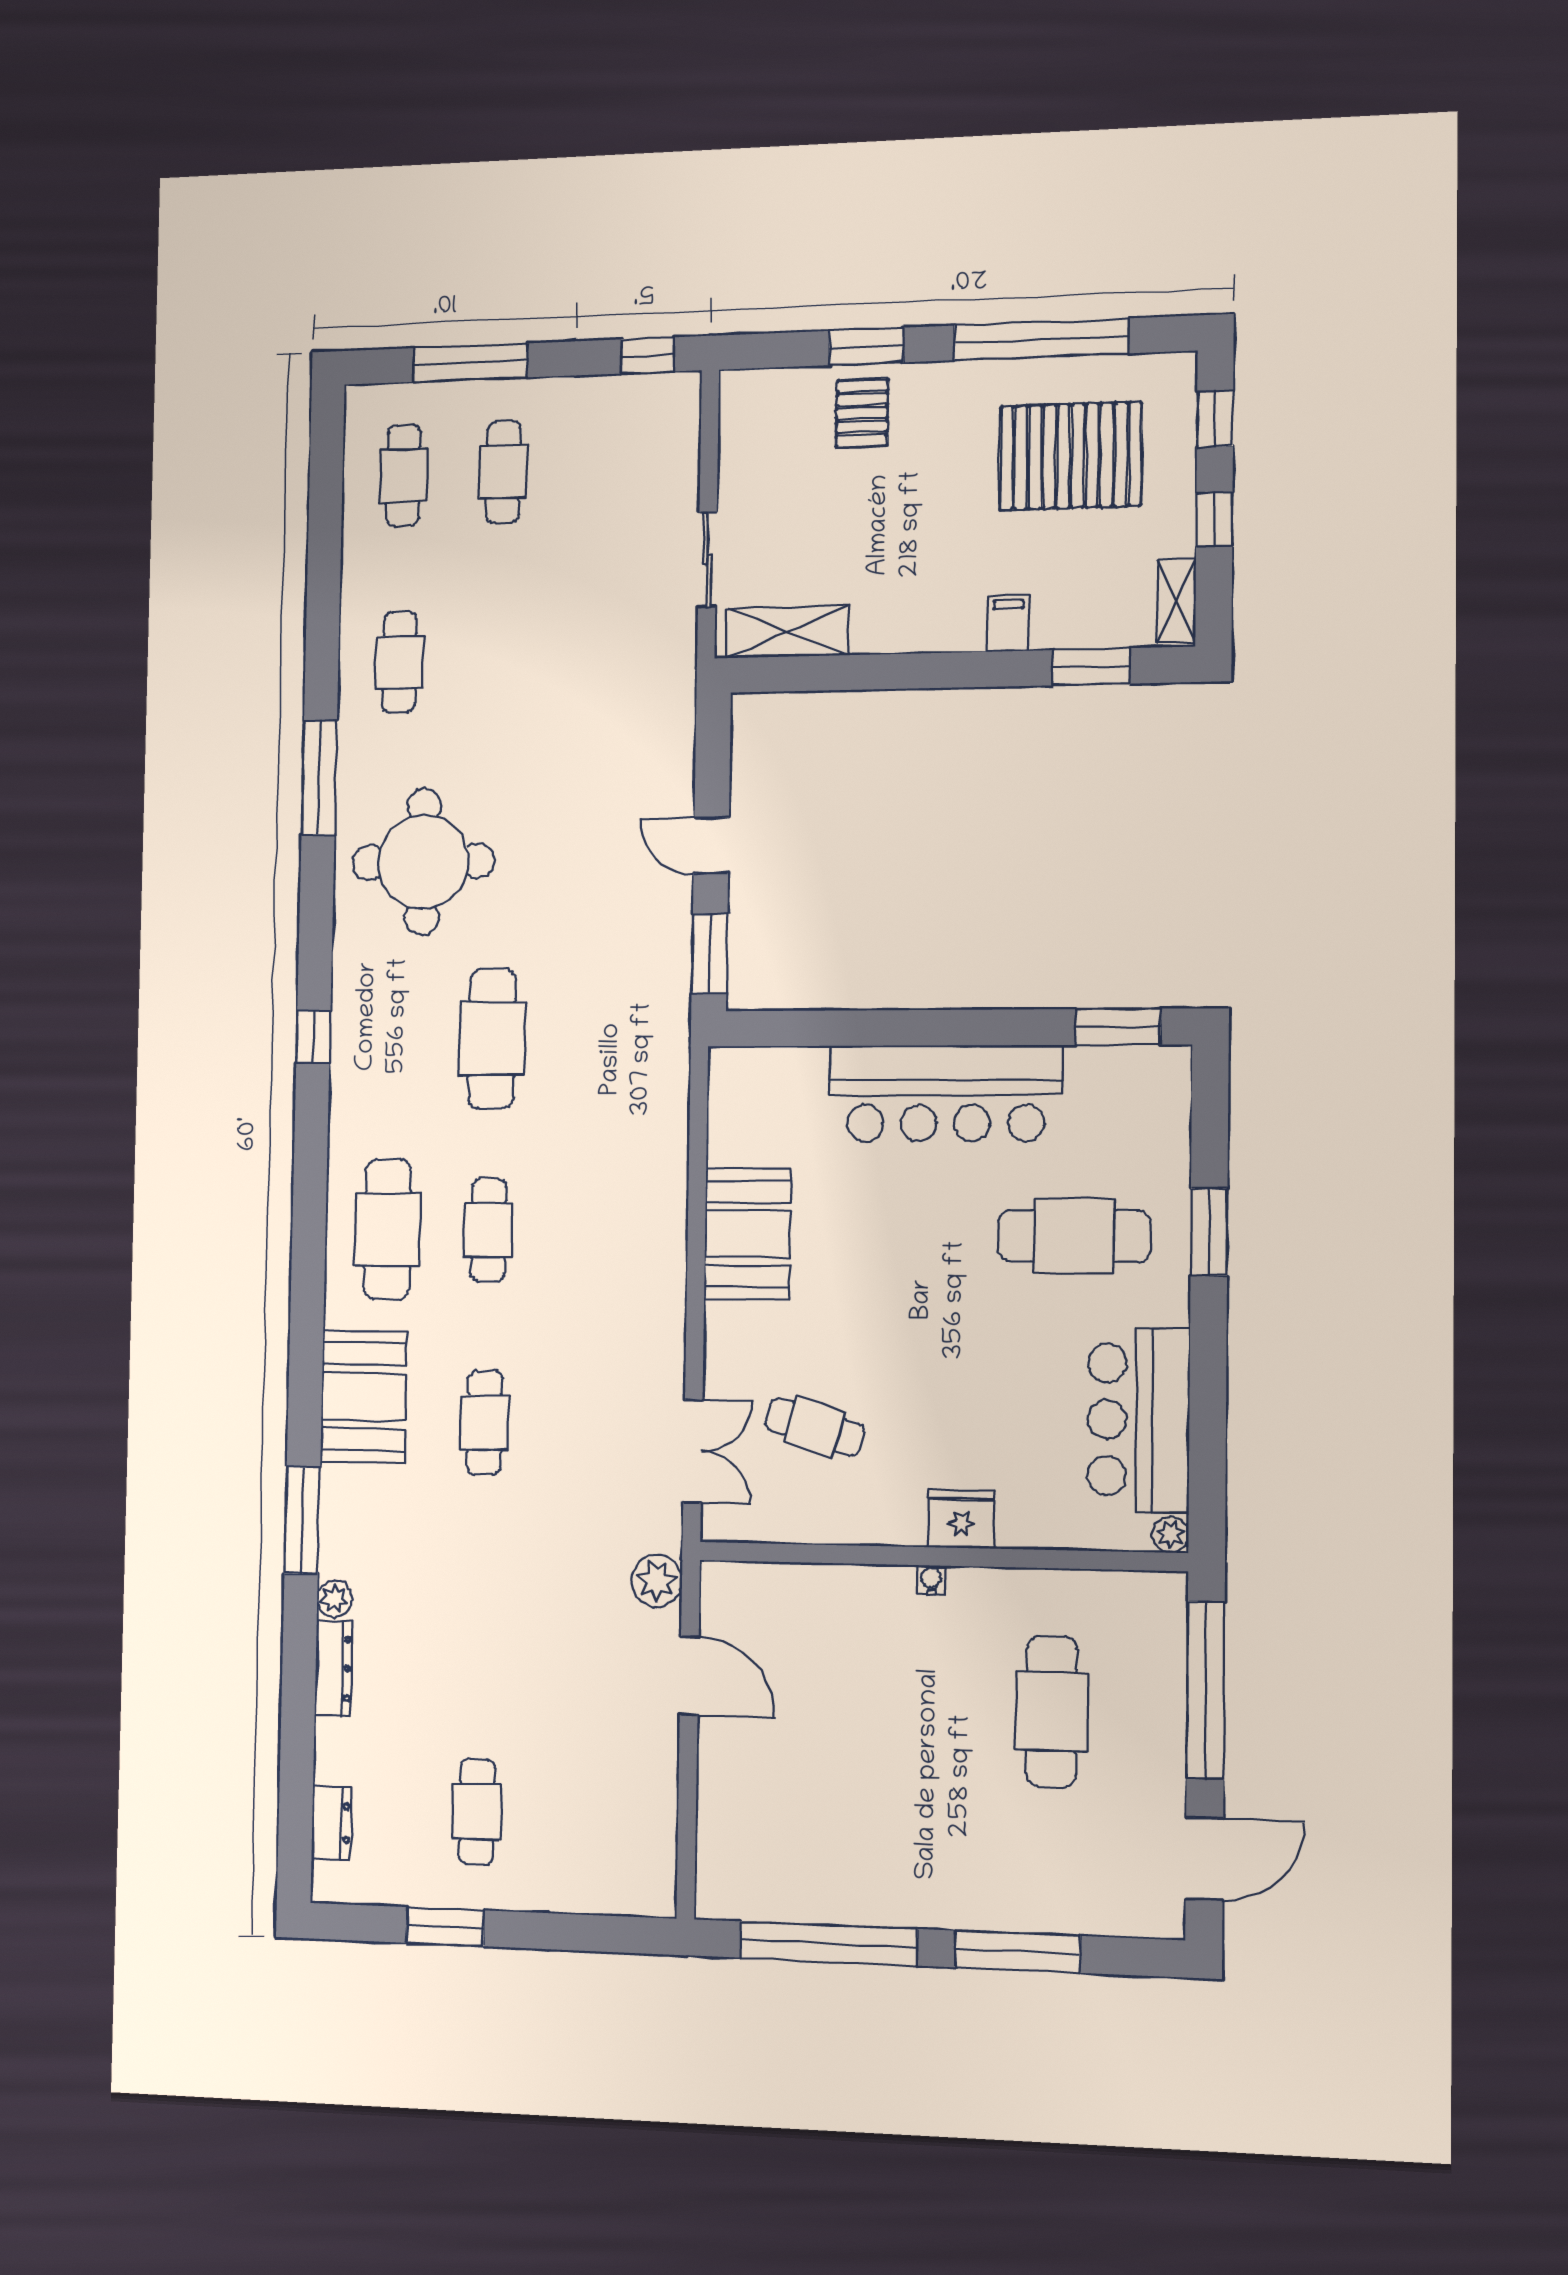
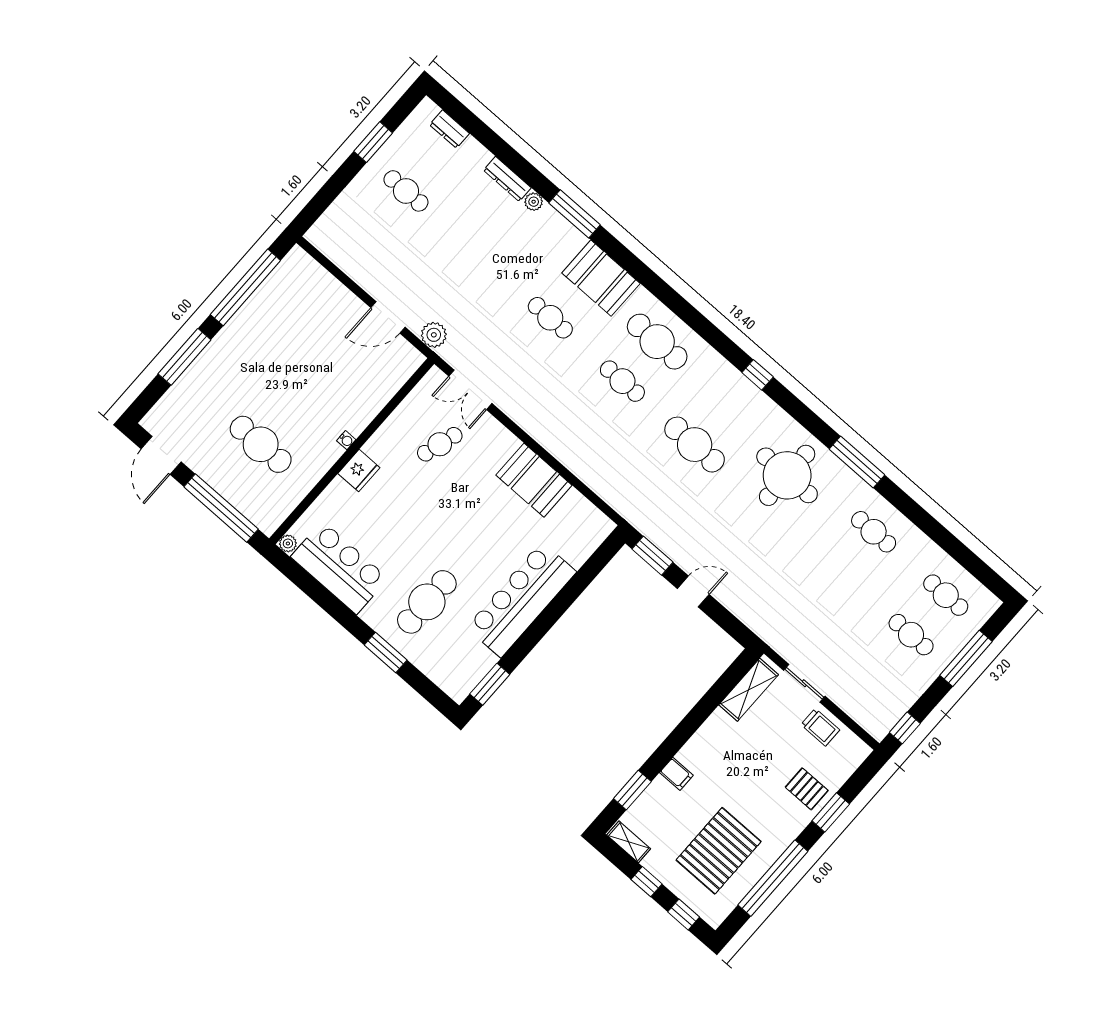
trolley: (753, 477) -> (820, 727), added

